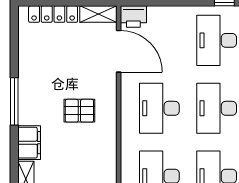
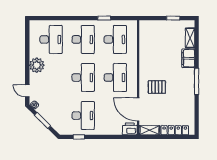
pallet: (79, 111) -> (157, 87), moved

